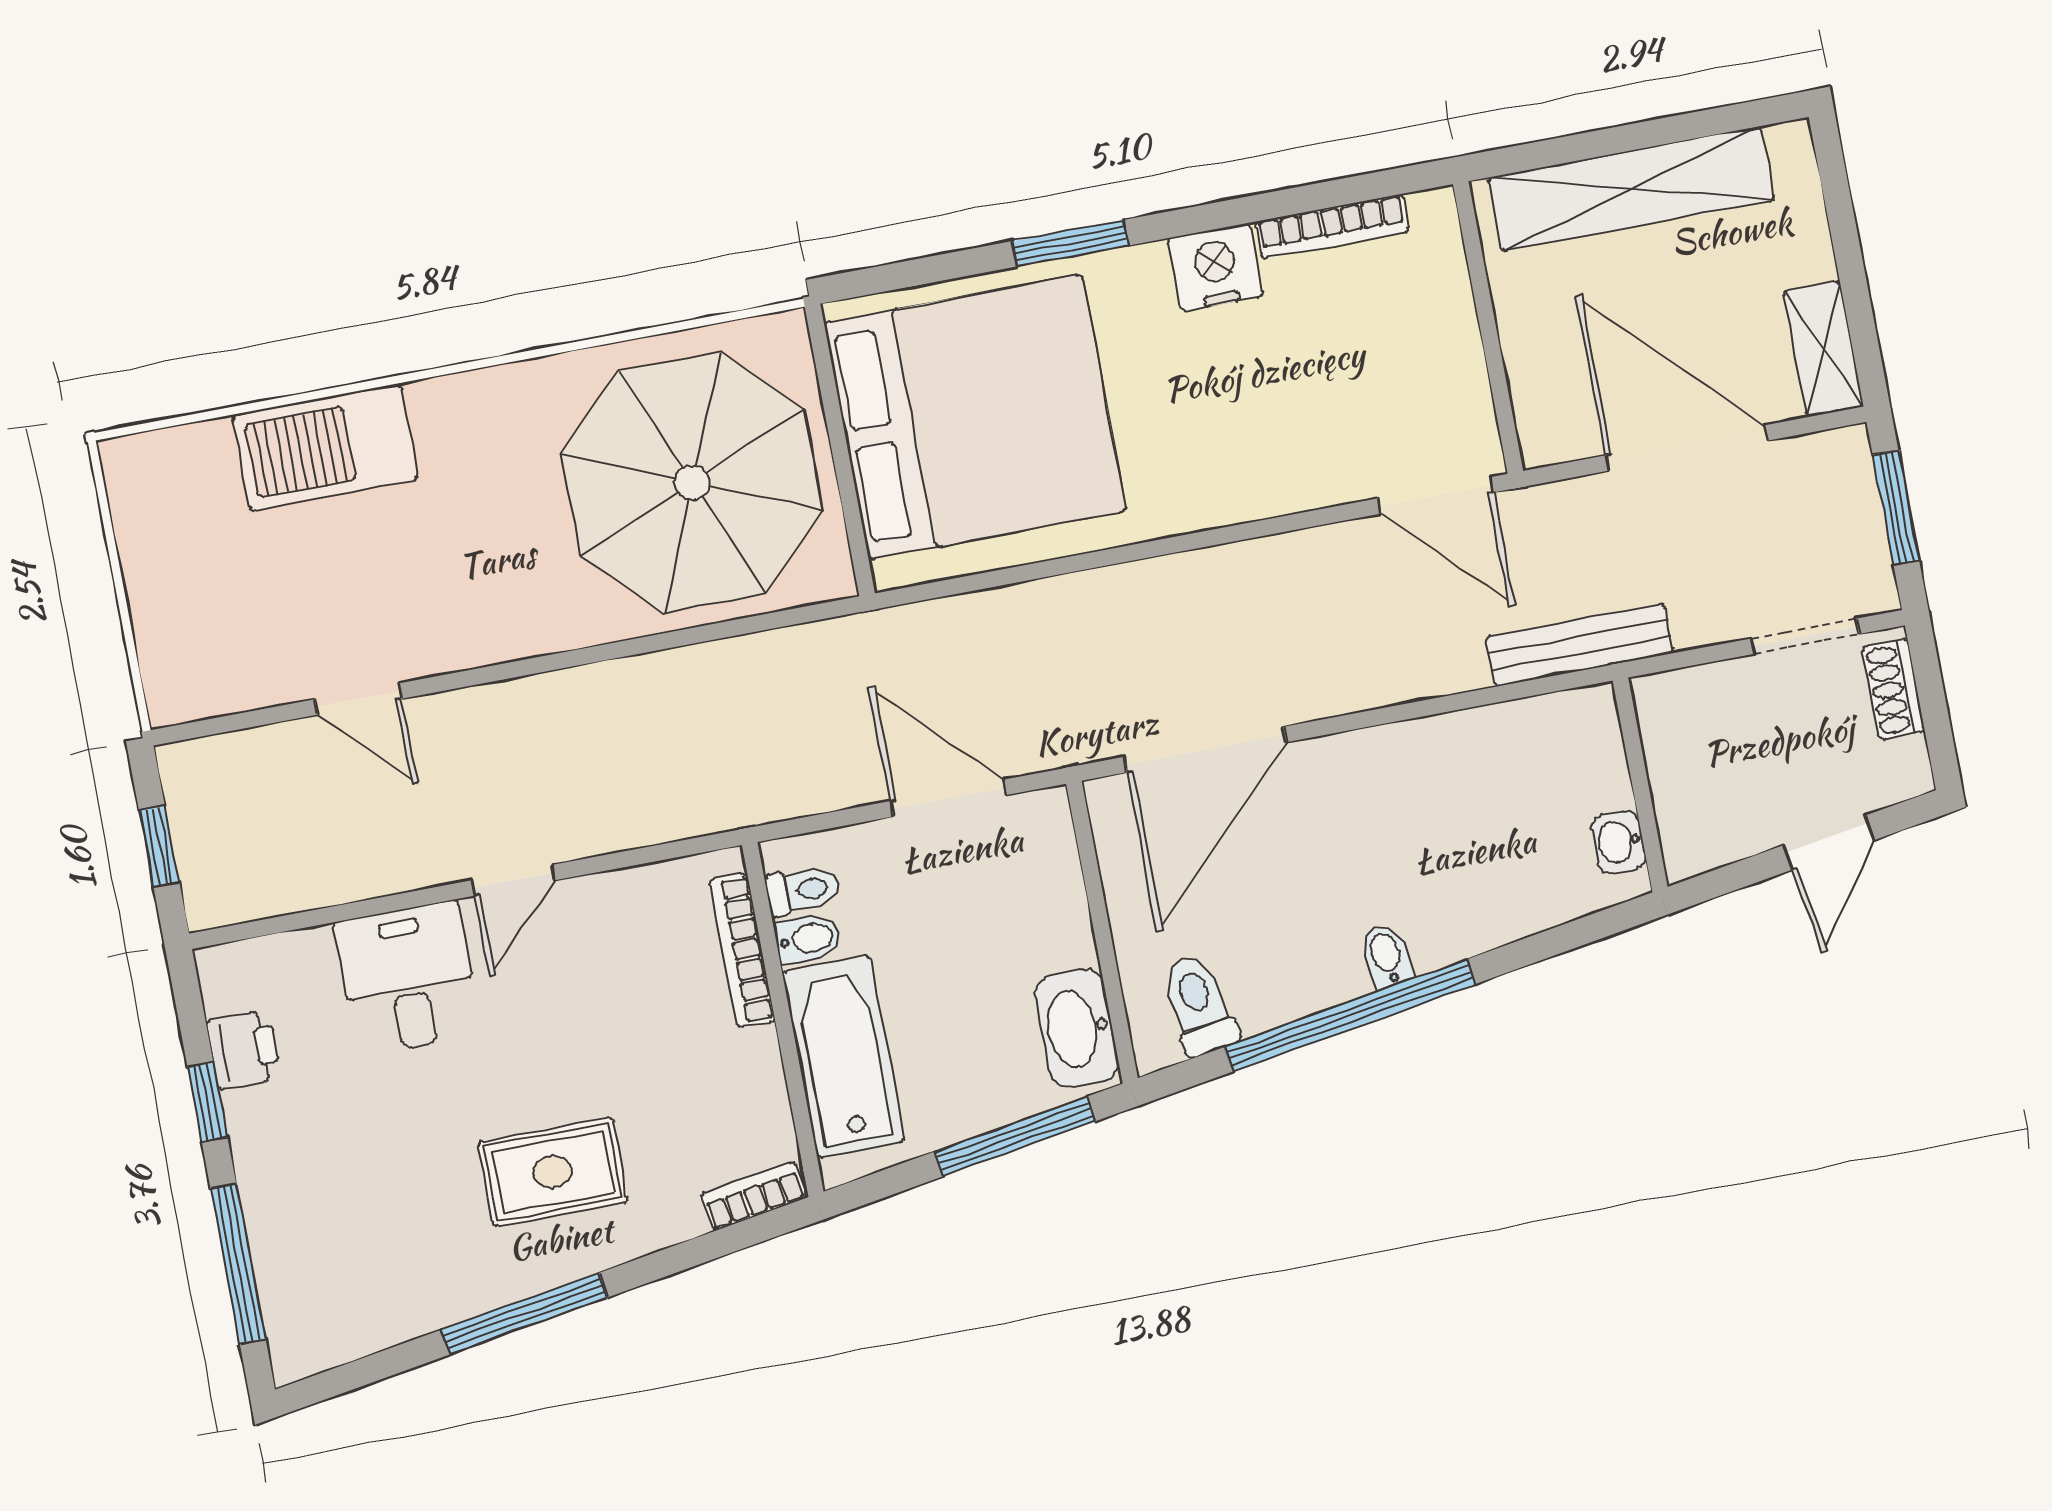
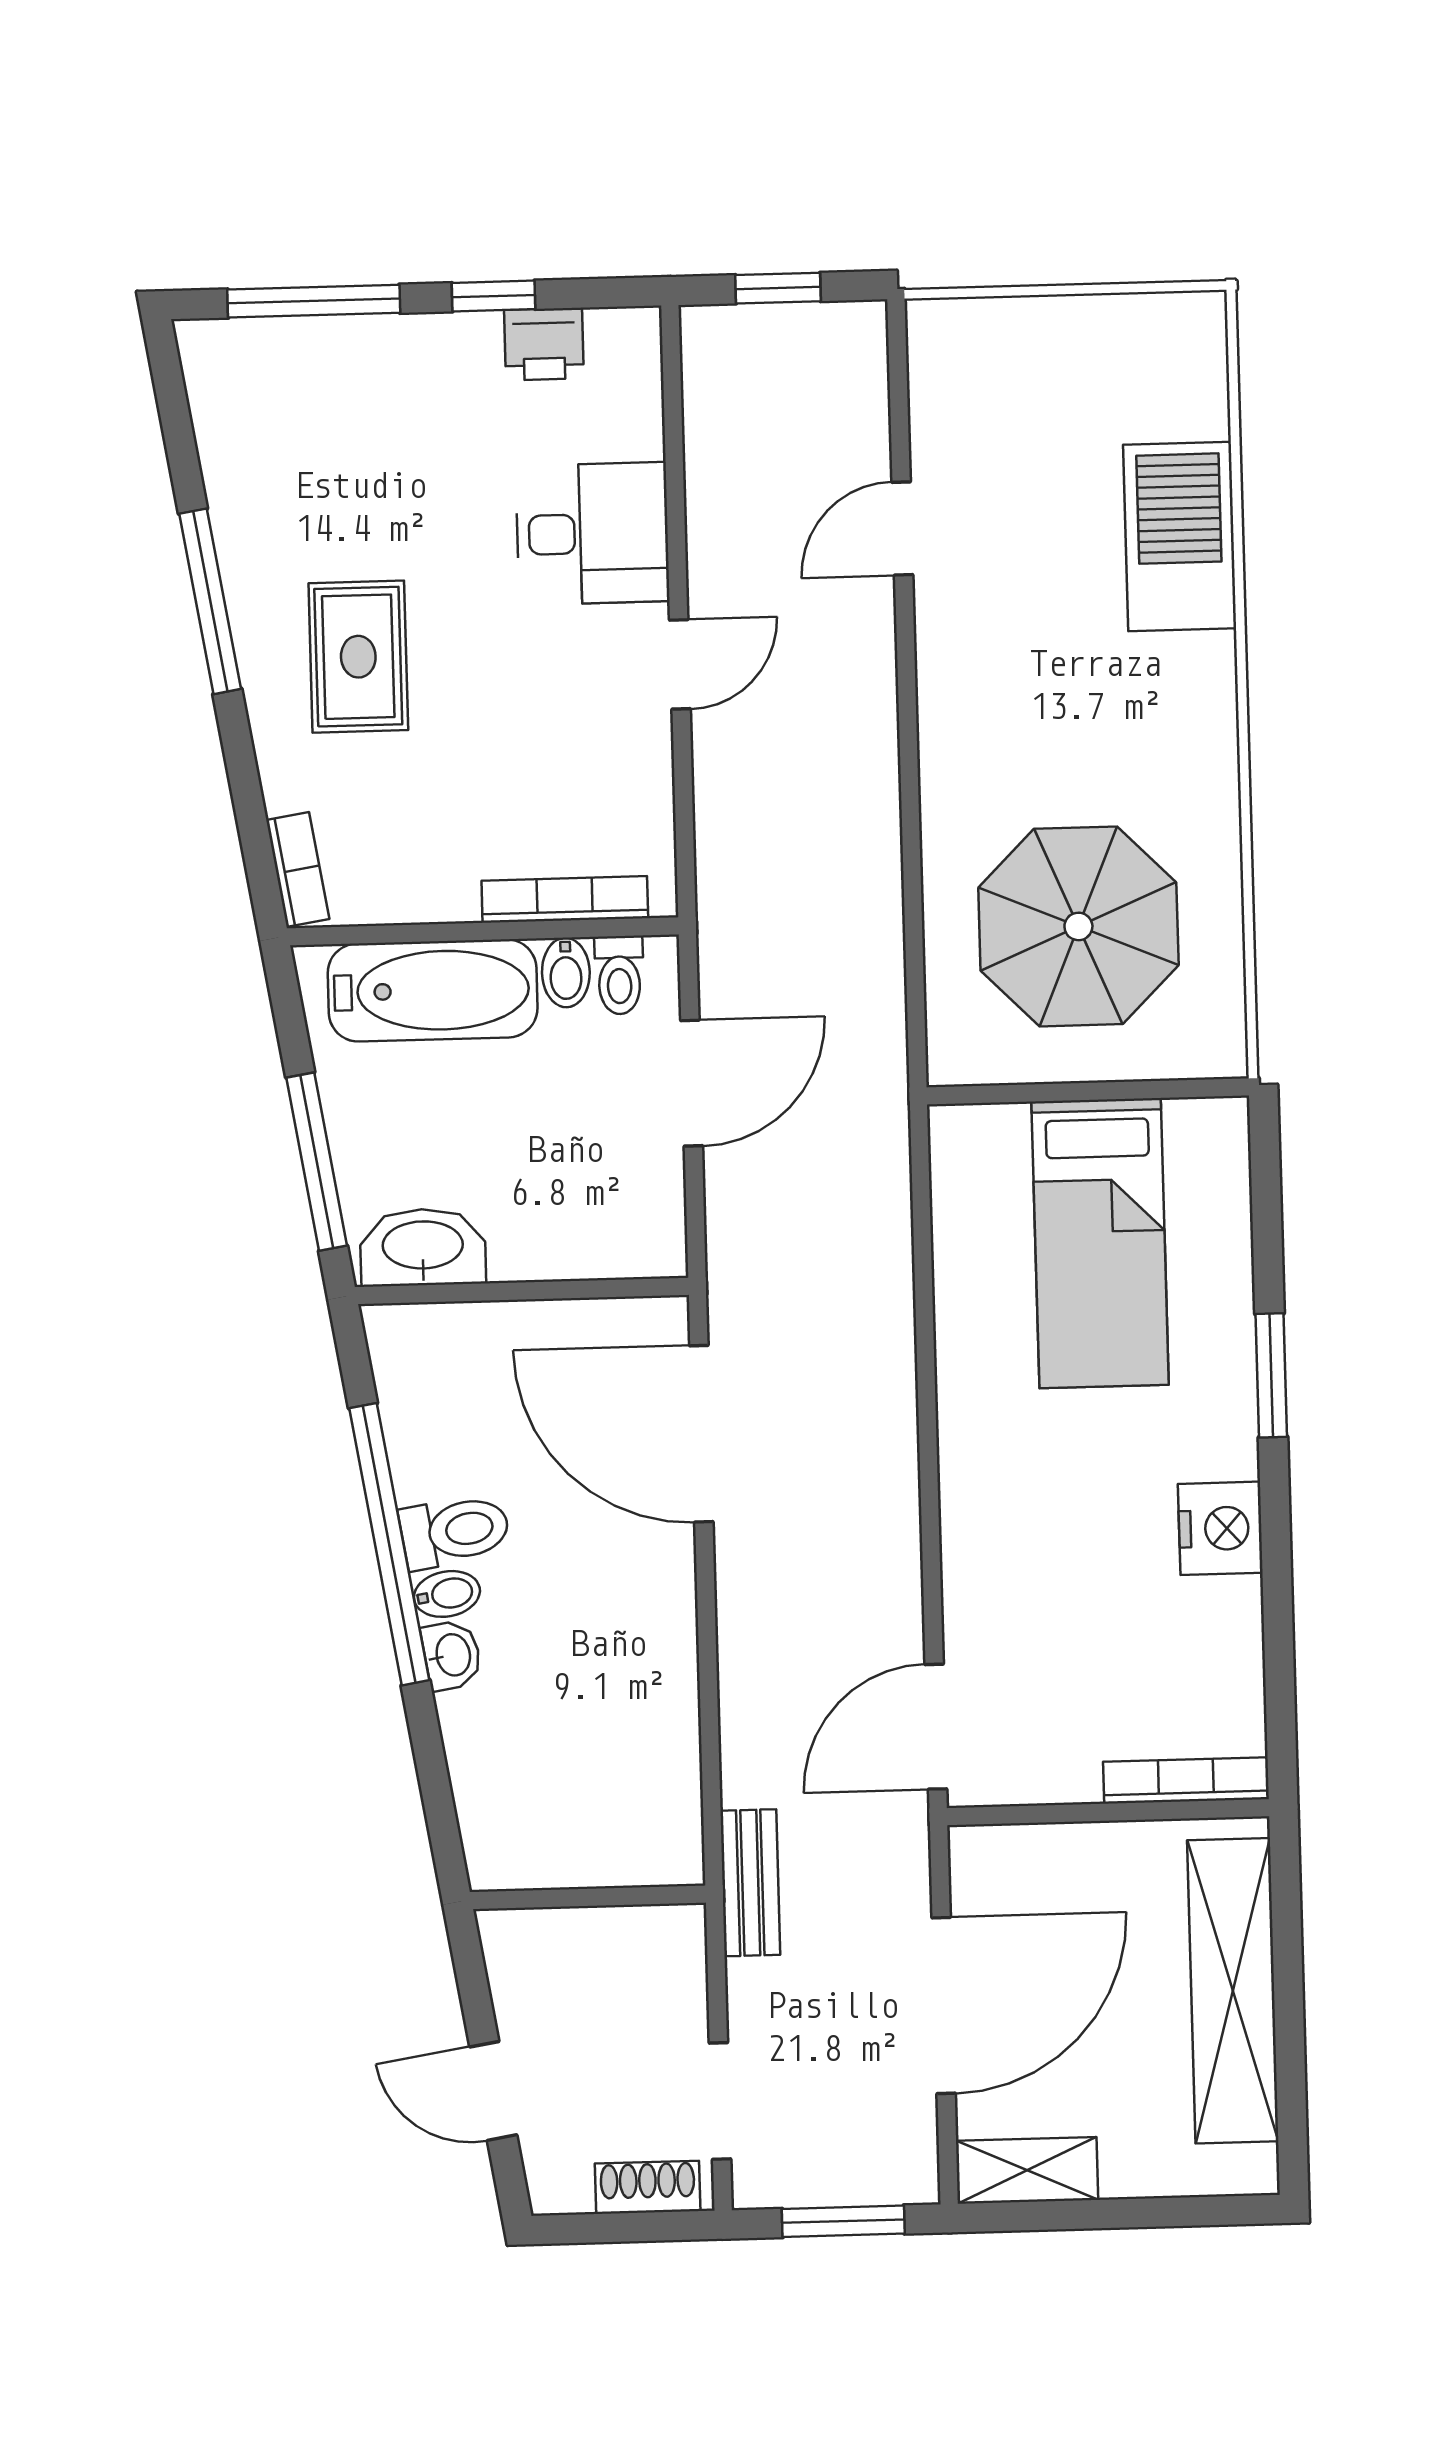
bookcase: (1332, 226) -> (1186, 1780), moved, turned 90
bed: (975, 417) -> (1100, 1243), width x0.49
parasol: (692, 482) -> (1078, 926), width x0.73, depth x0.73
bench: (1580, 645) -> (750, 1883), width x0.73
door: (949, 798) -> (692, 1083), moved
washbasin: (1618, 842) -> (452, 1655), moved, turned 81
door: (513, 880) -> (680, 664), swing flipped
toilet: (1199, 1005) -> (455, 1531), moved

